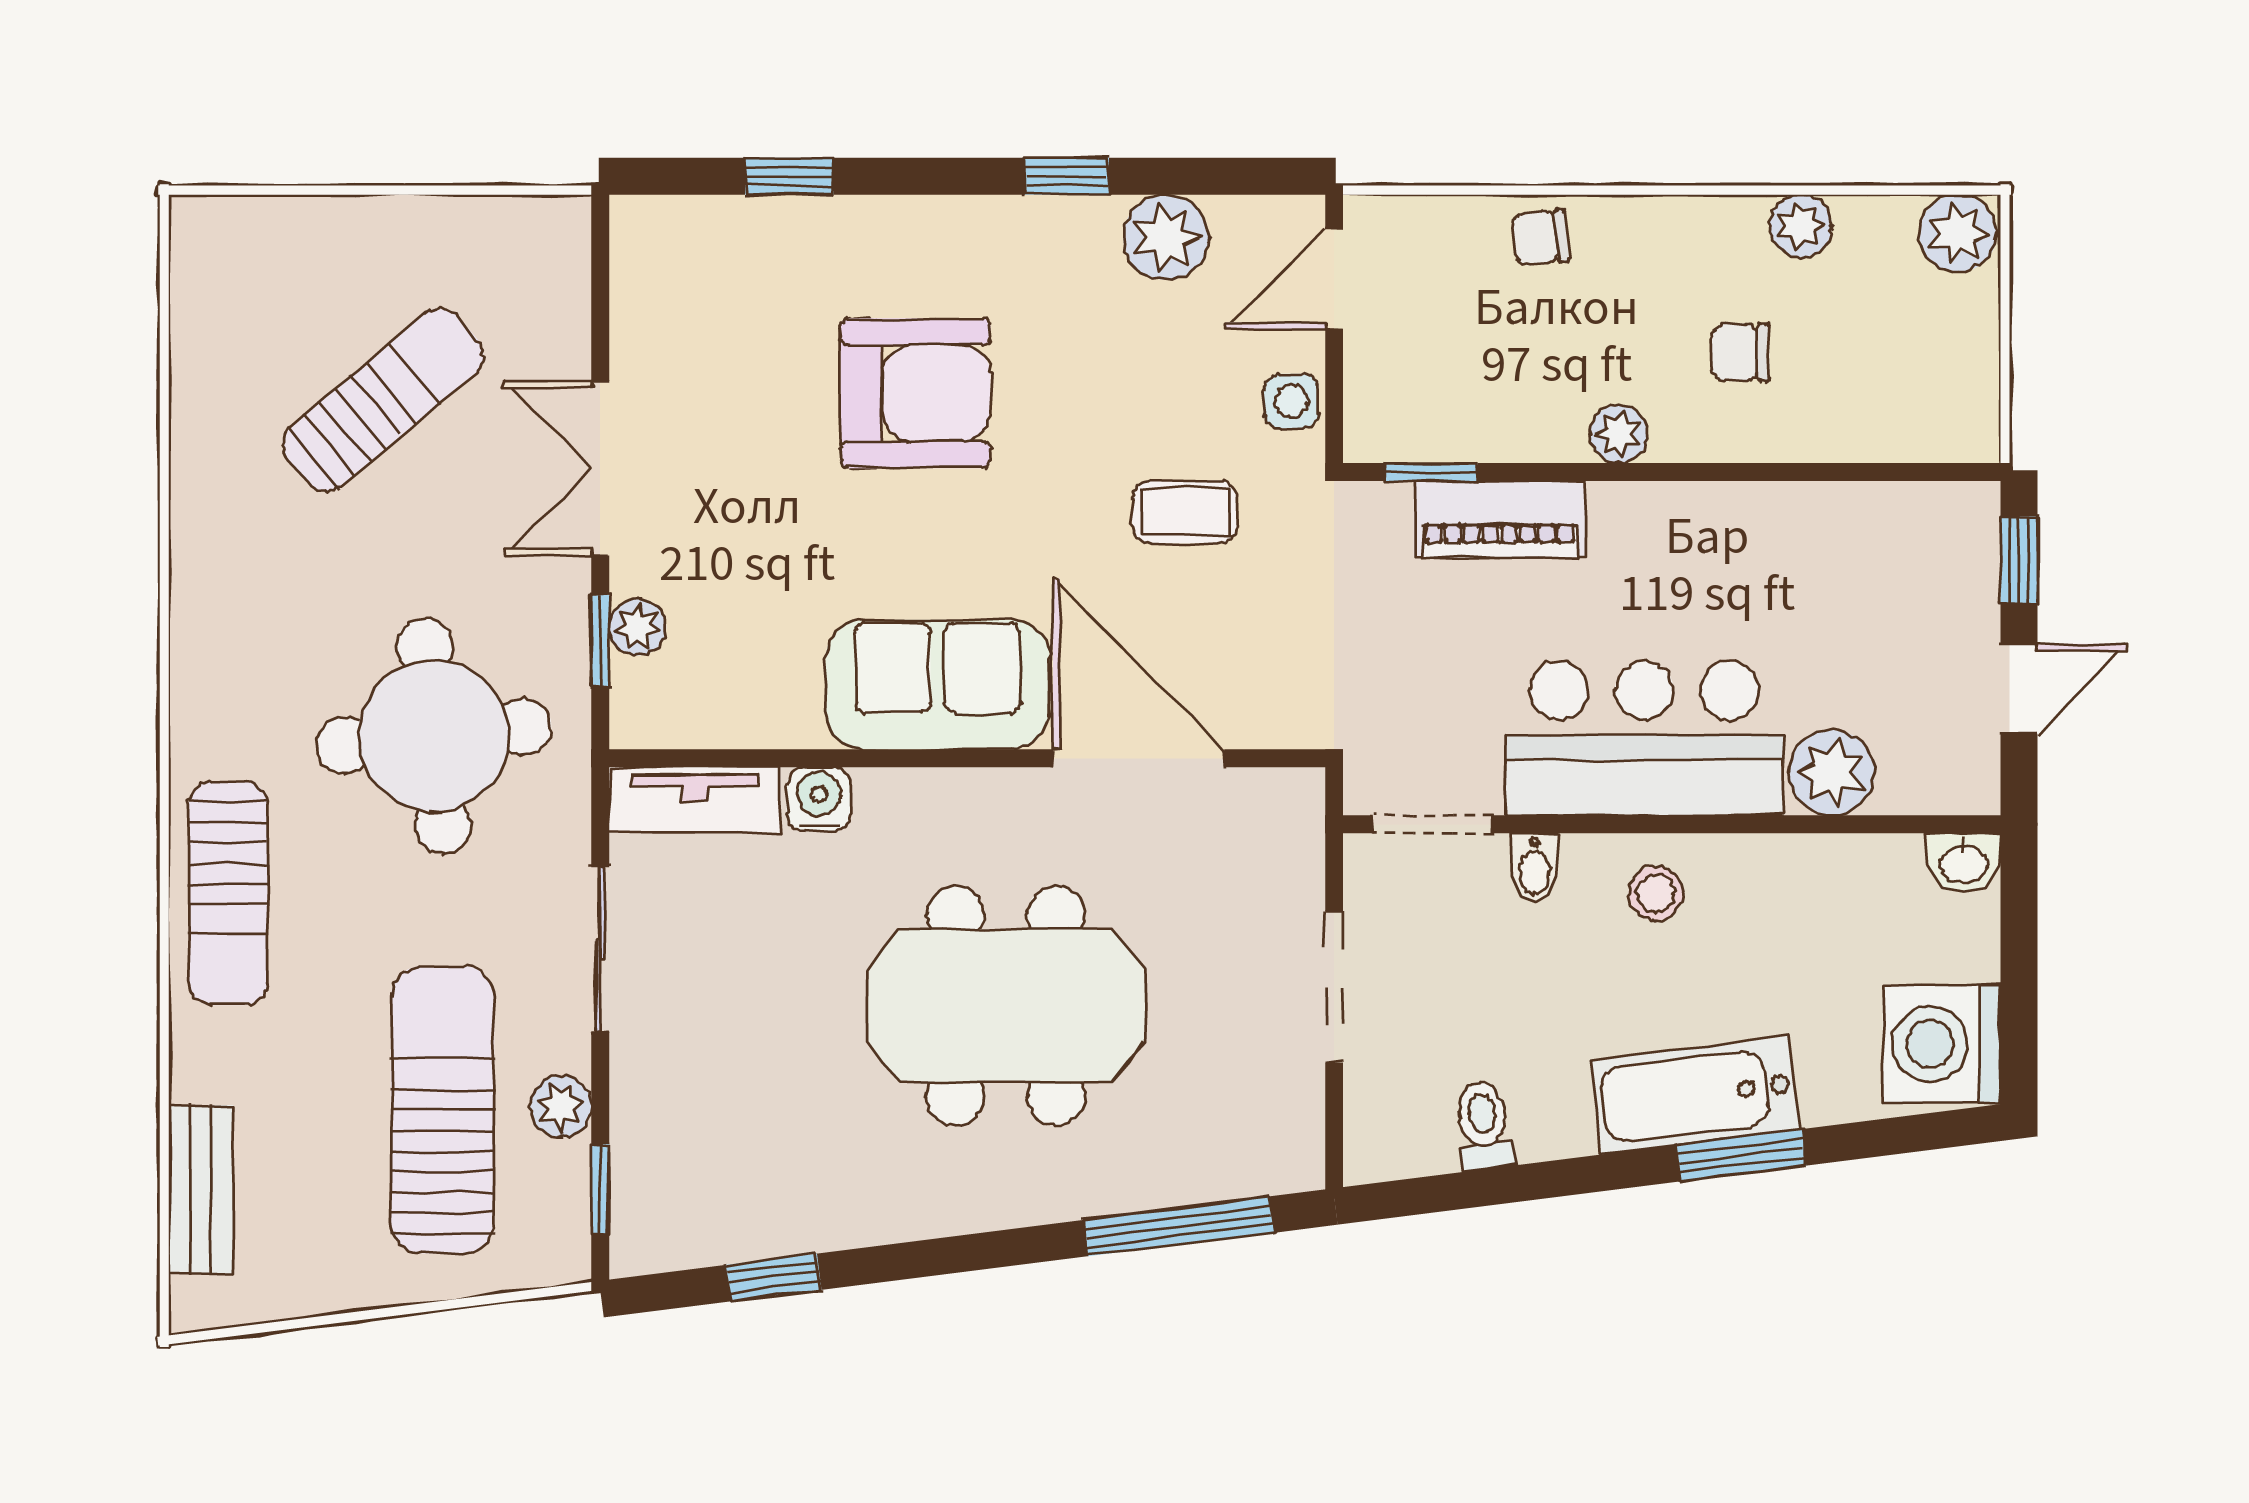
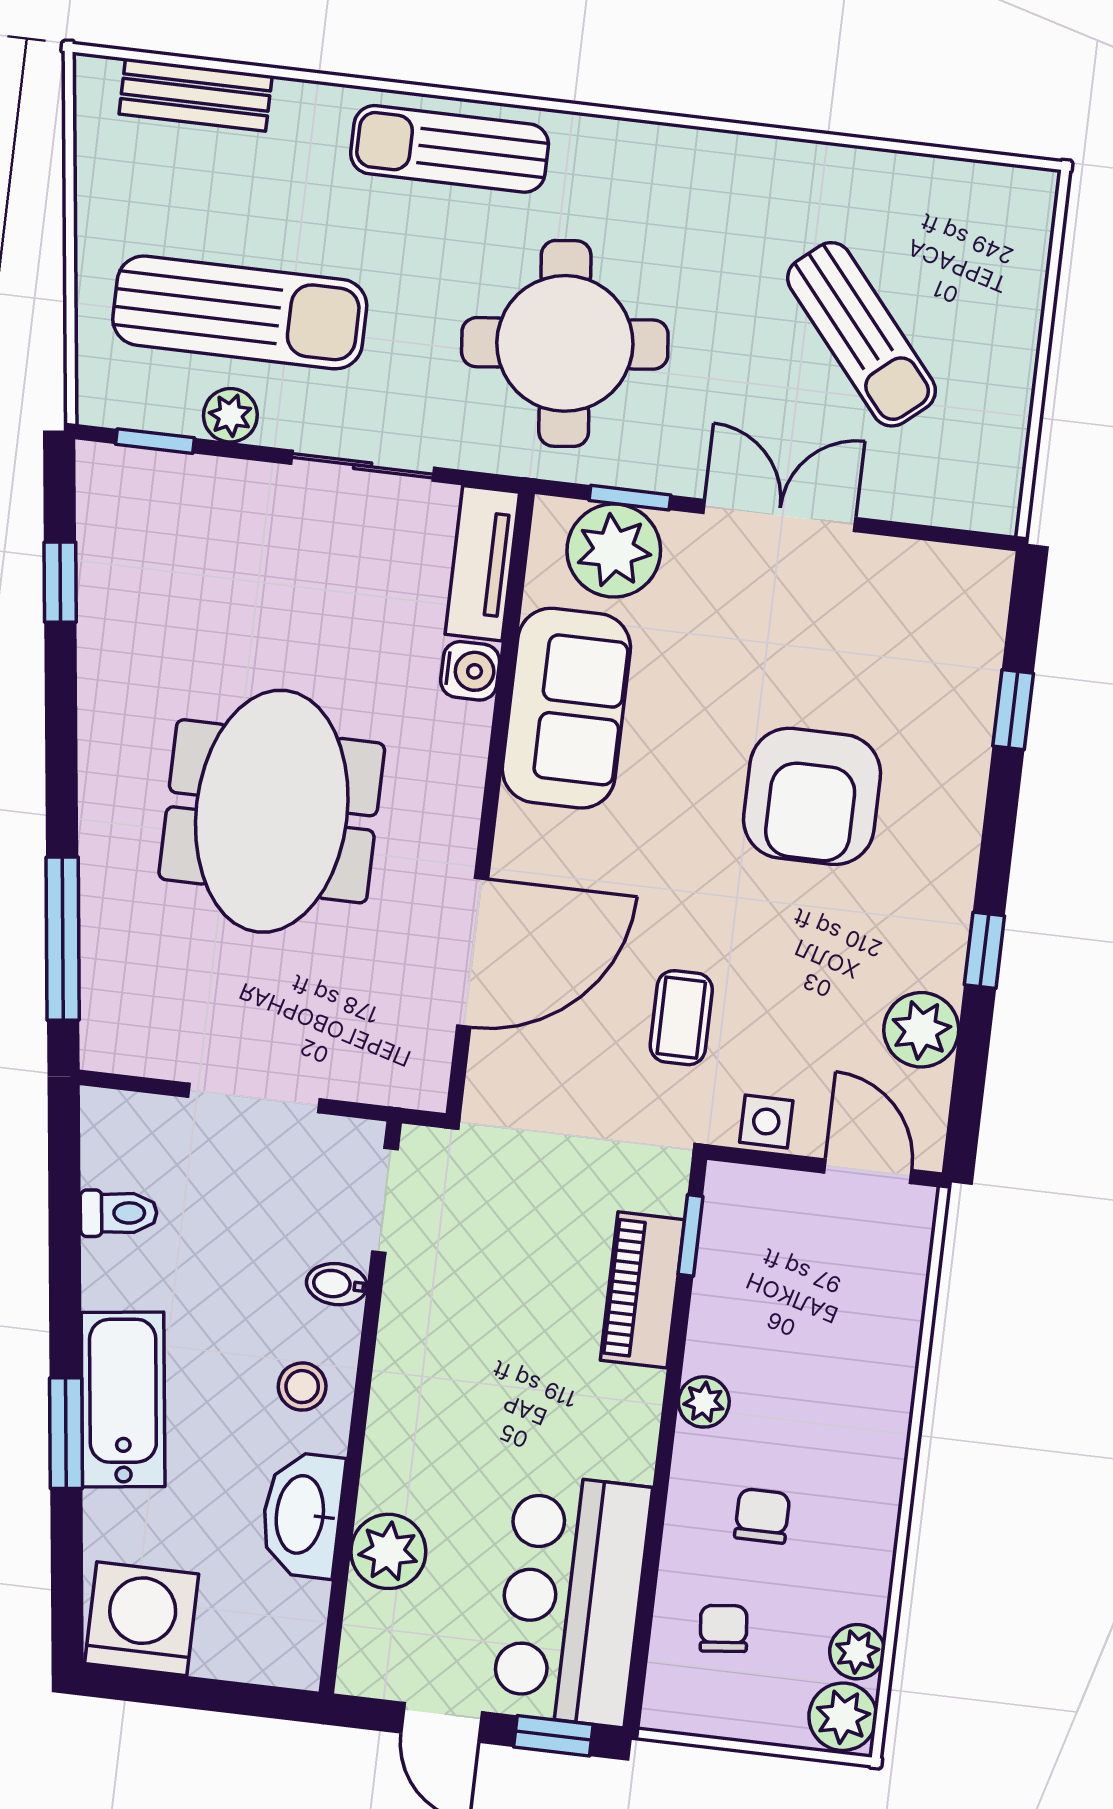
plant: (1800, 226) -> (857, 1652), moved
chair: (1541, 238) -> (724, 1628), moved
plant: (638, 627) -> (614, 550), width x1.88, depth x1.88
sofa: (938, 685) -> (566, 708), moved
bar counter: (1644, 738) -> (571, 1600), moved, turned 180
washbasin: (1964, 863) -> (302, 1515), moved, width x1.91, depth x1.45

